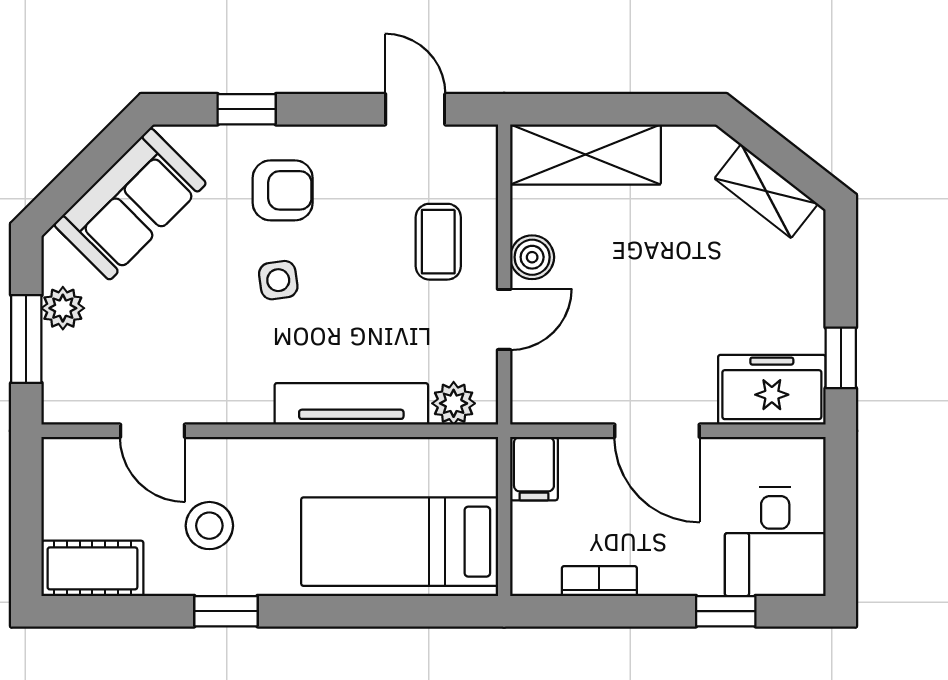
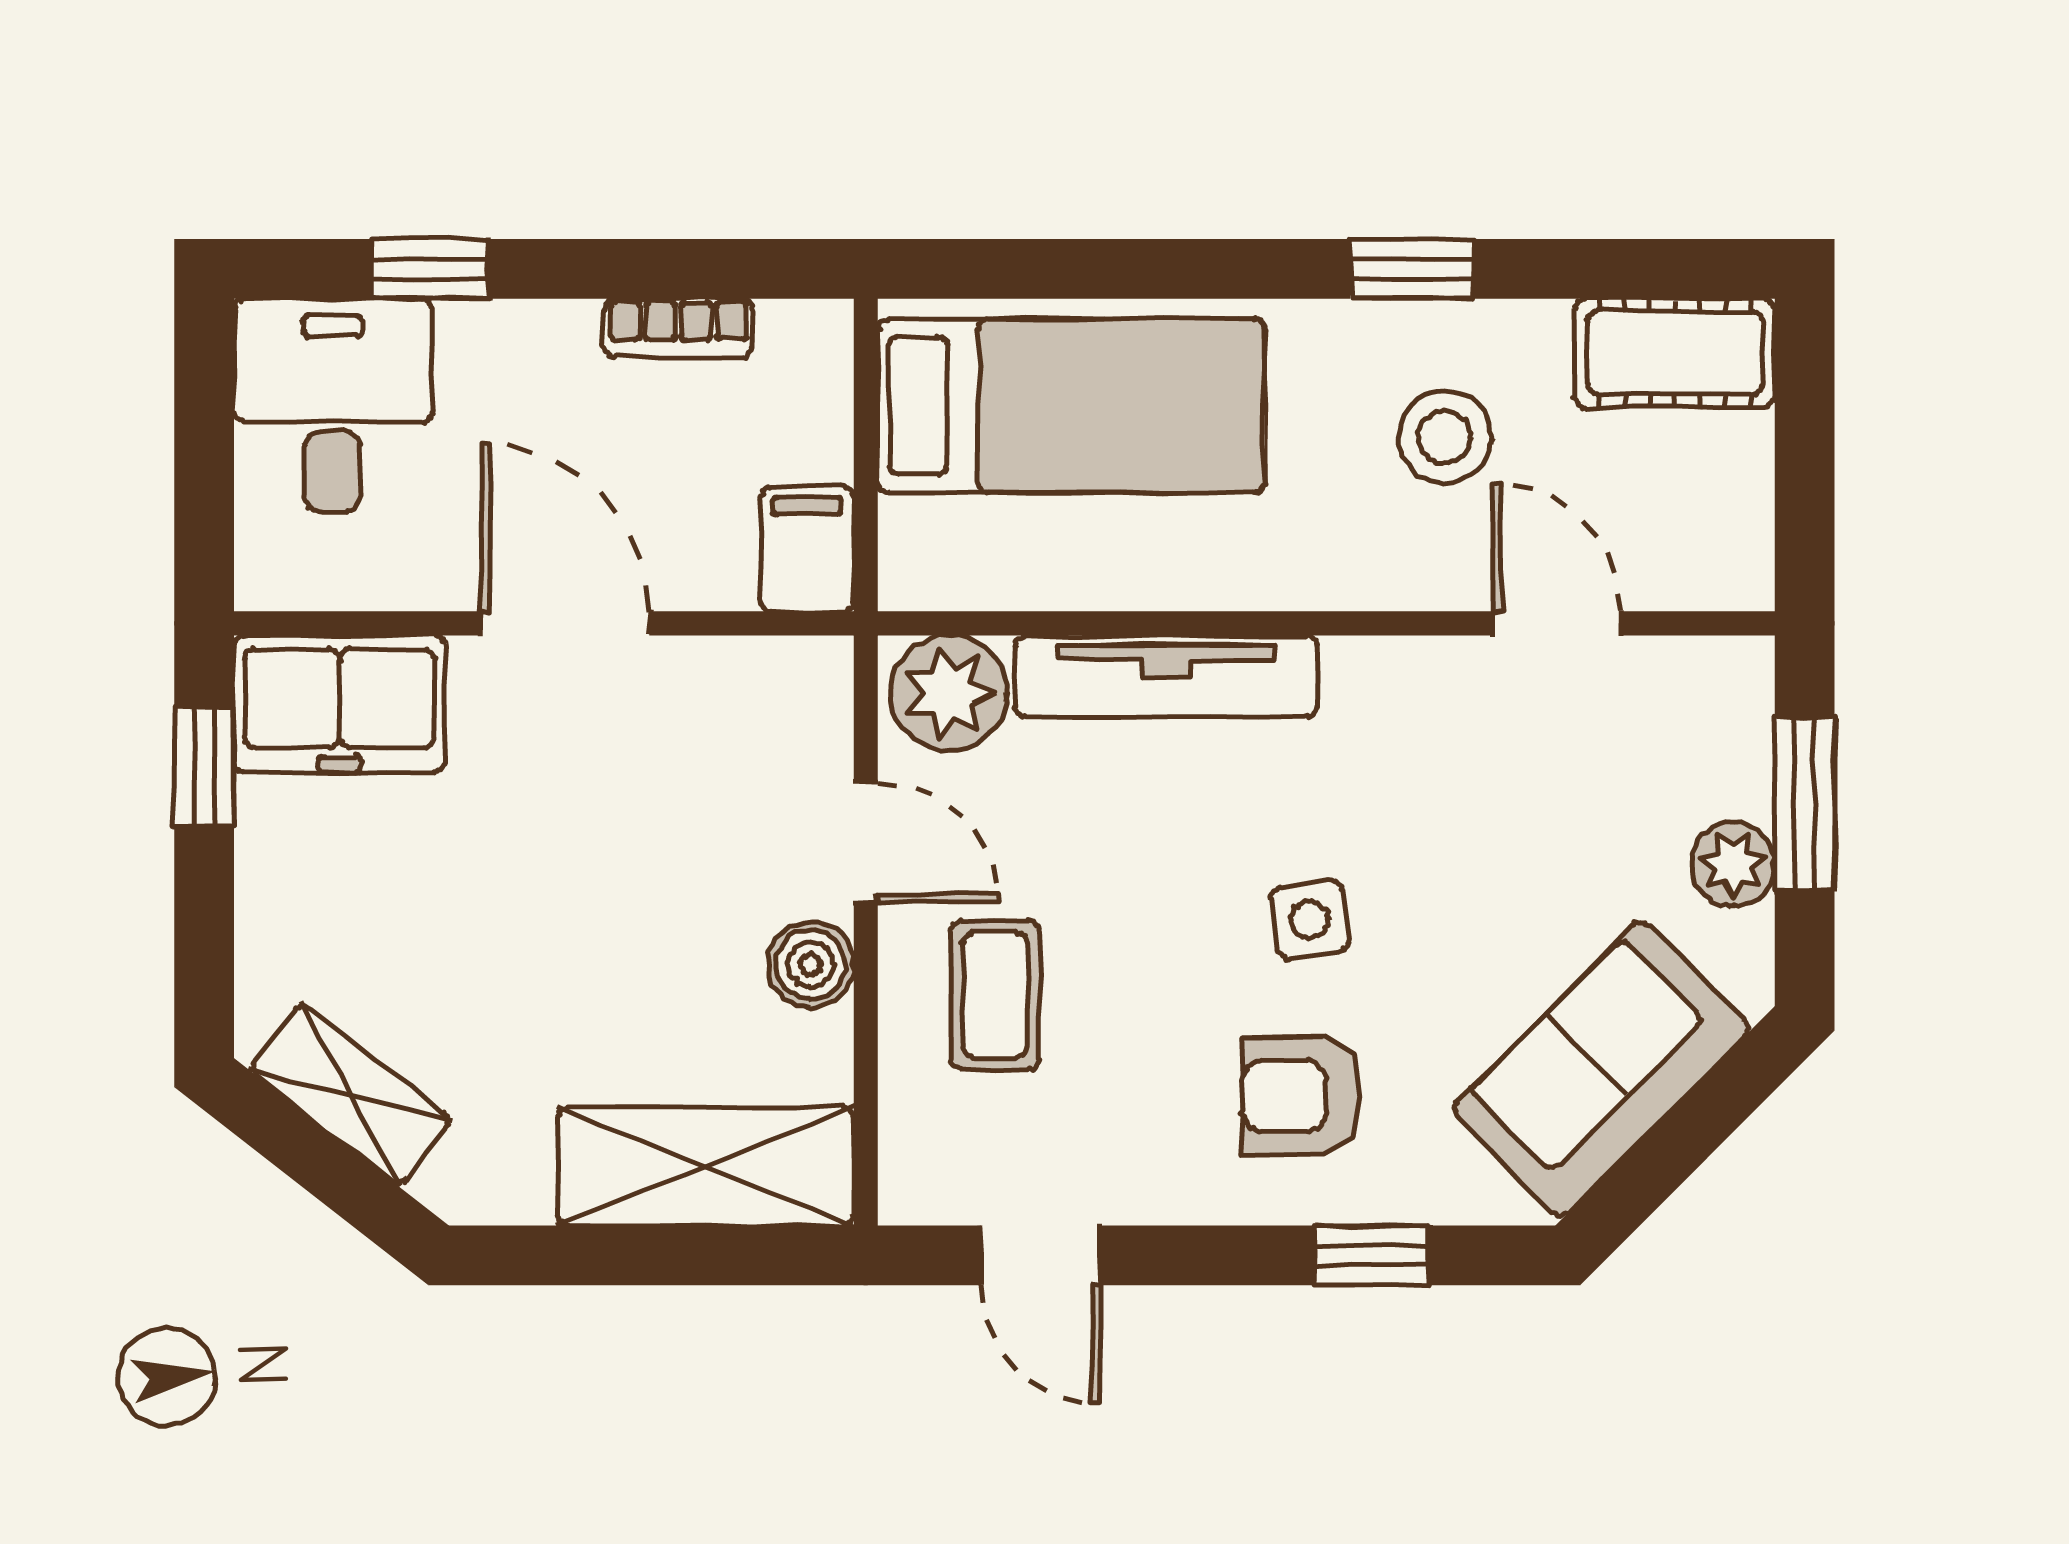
door: (504, 319) -> (866, 842), swing flipped
plant: (454, 403) -> (949, 693), width x1.38, depth x1.38

